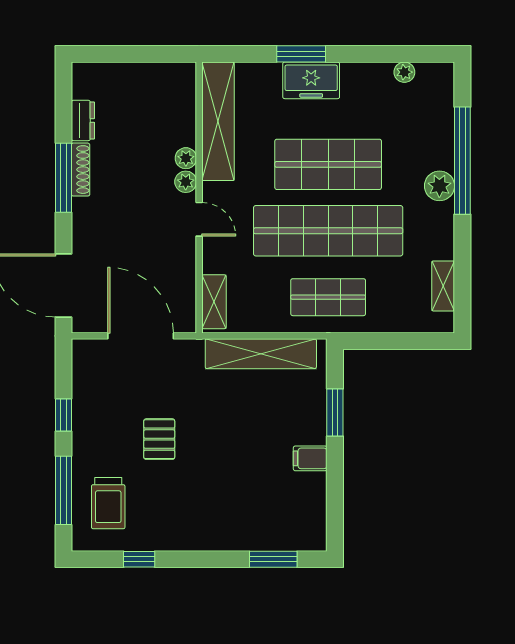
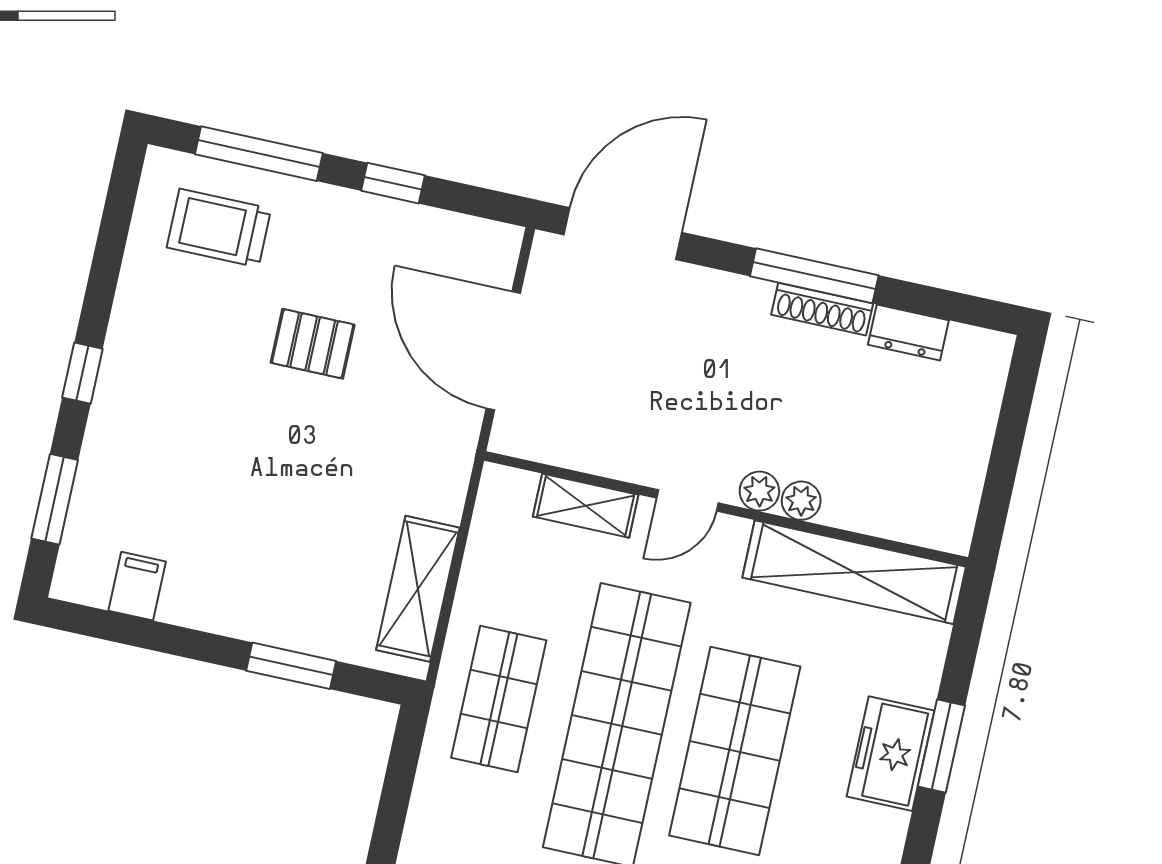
shelving: (214, 302) -> (586, 506), moved
door: (141, 336) -> (503, 351), swing flipped
shelving: (261, 354) -> (418, 589), width x0.68
filing cabinet: (310, 458) -> (137, 586), moved
window: (139, 559) -> (82, 373), moved

